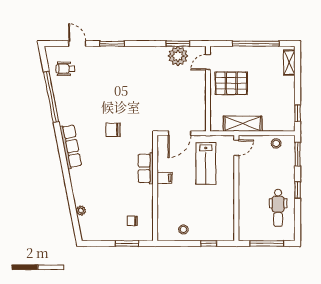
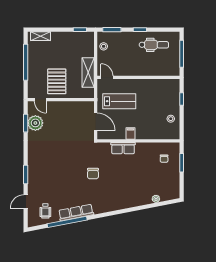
row of seats: (71, 146) -> (76, 213), moved

